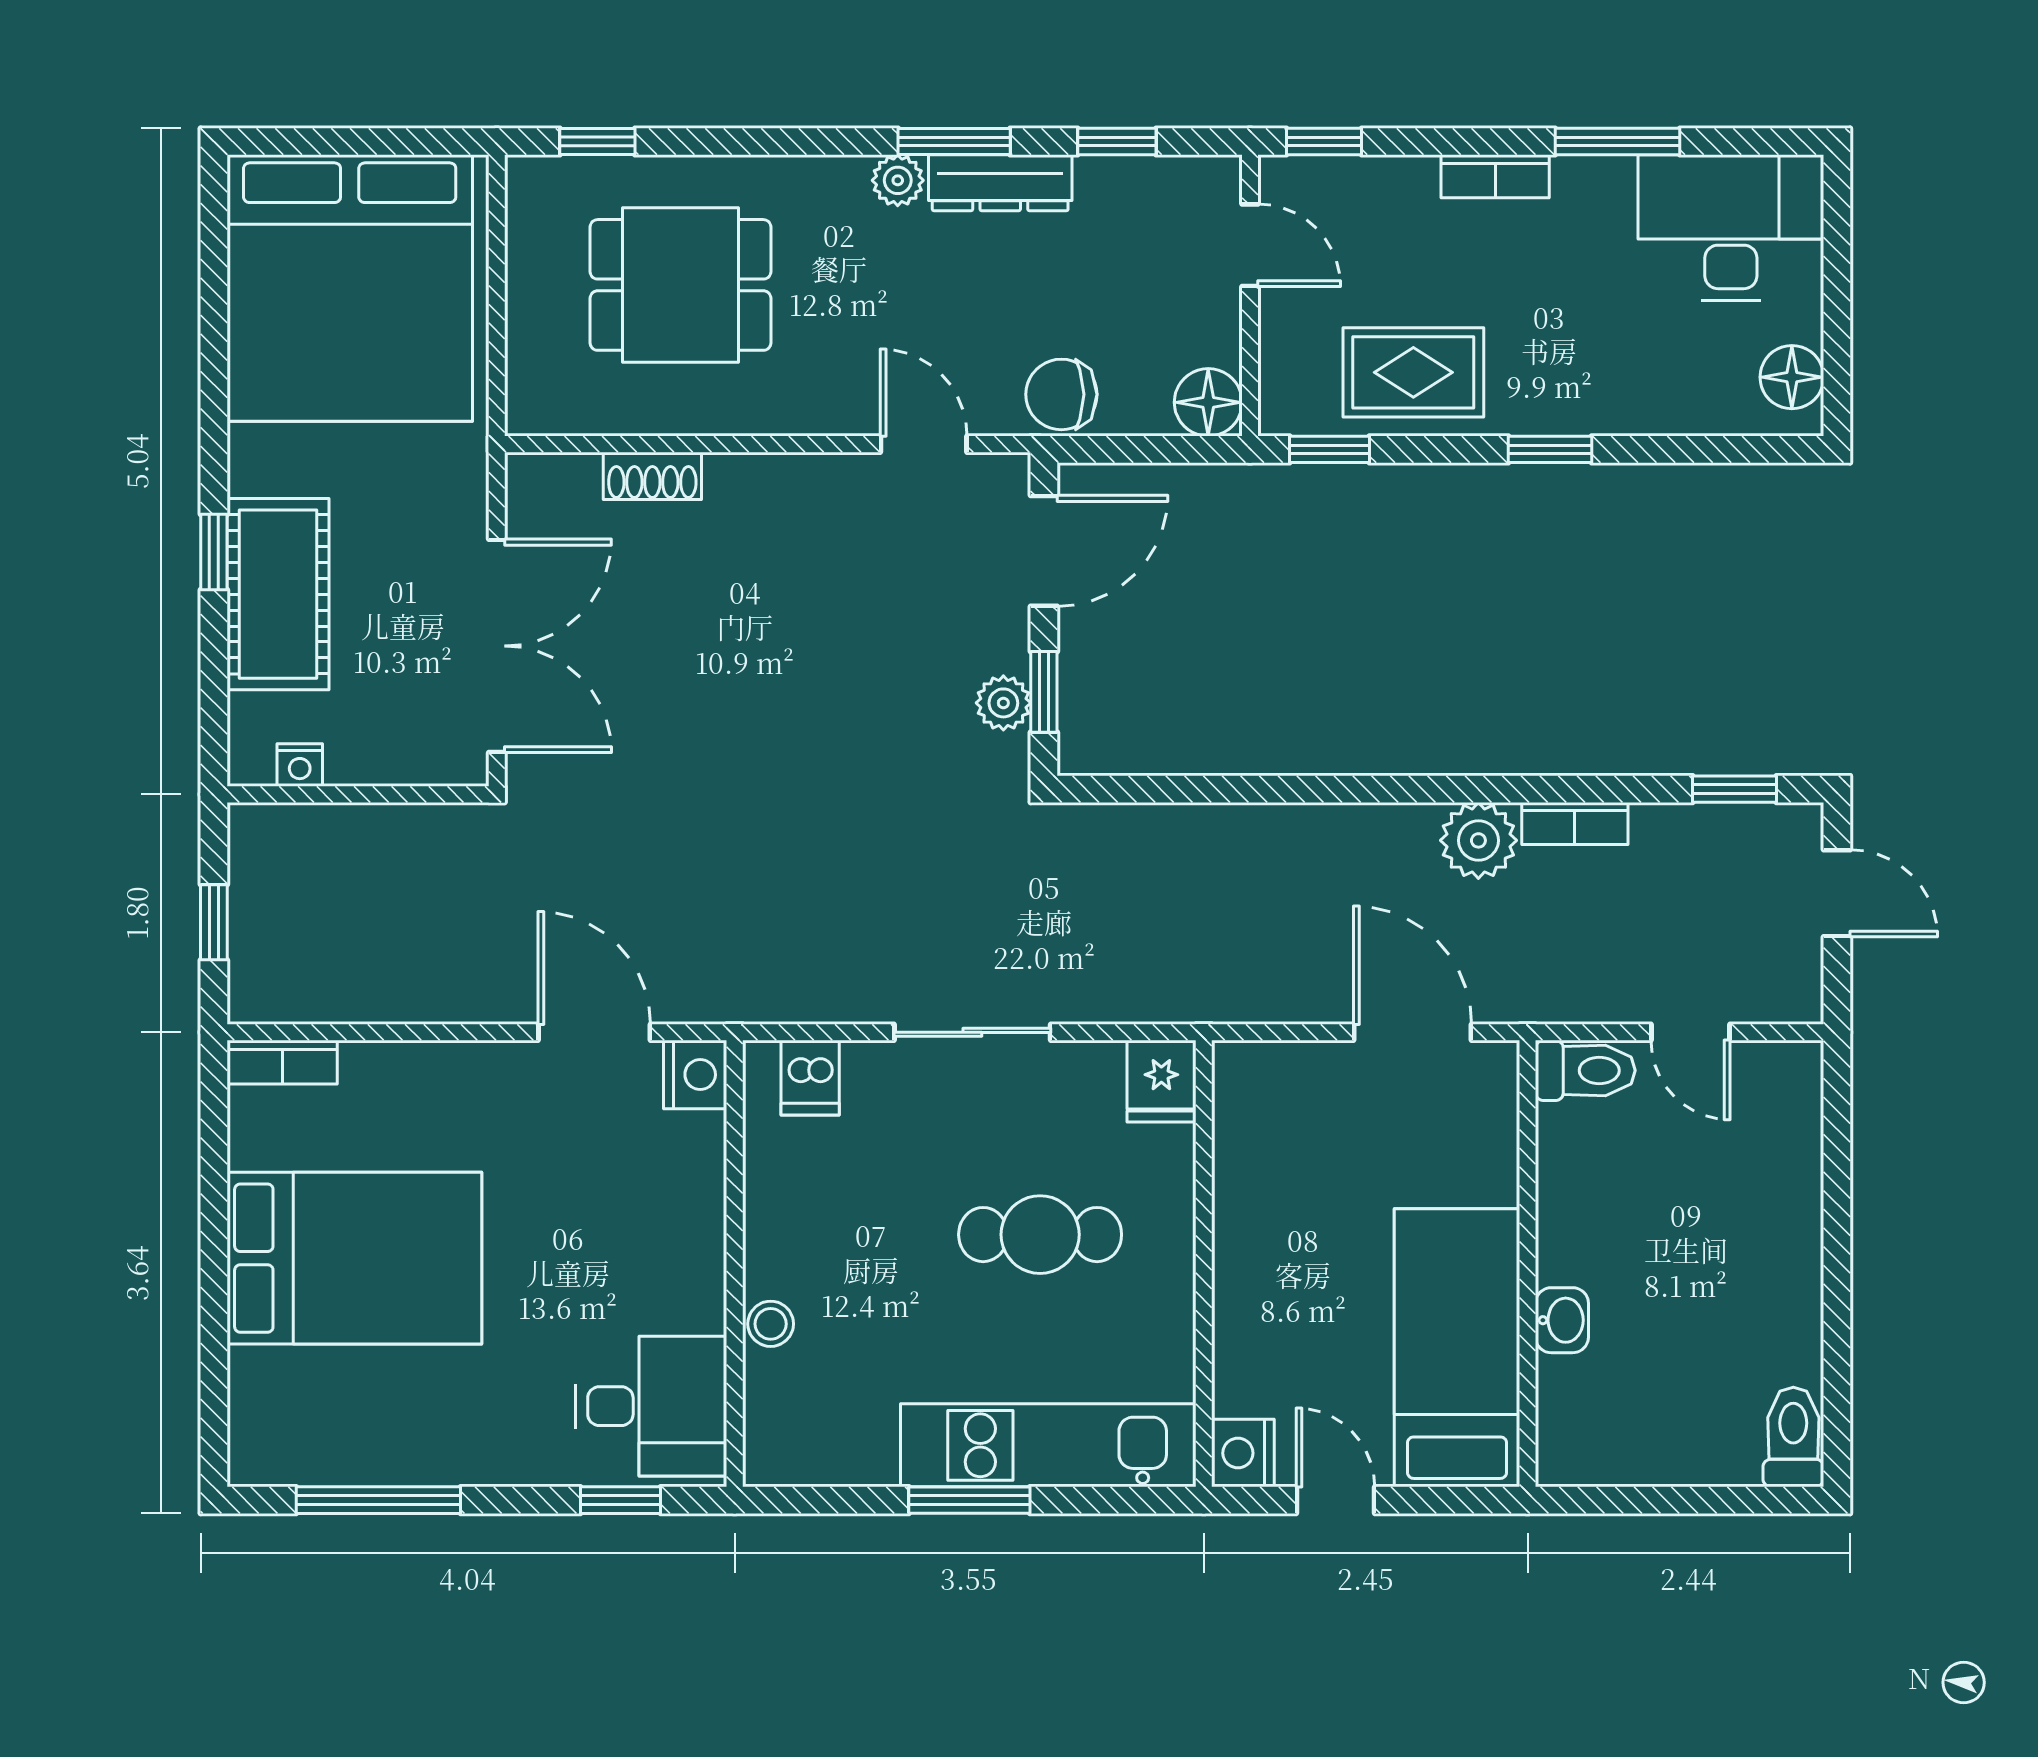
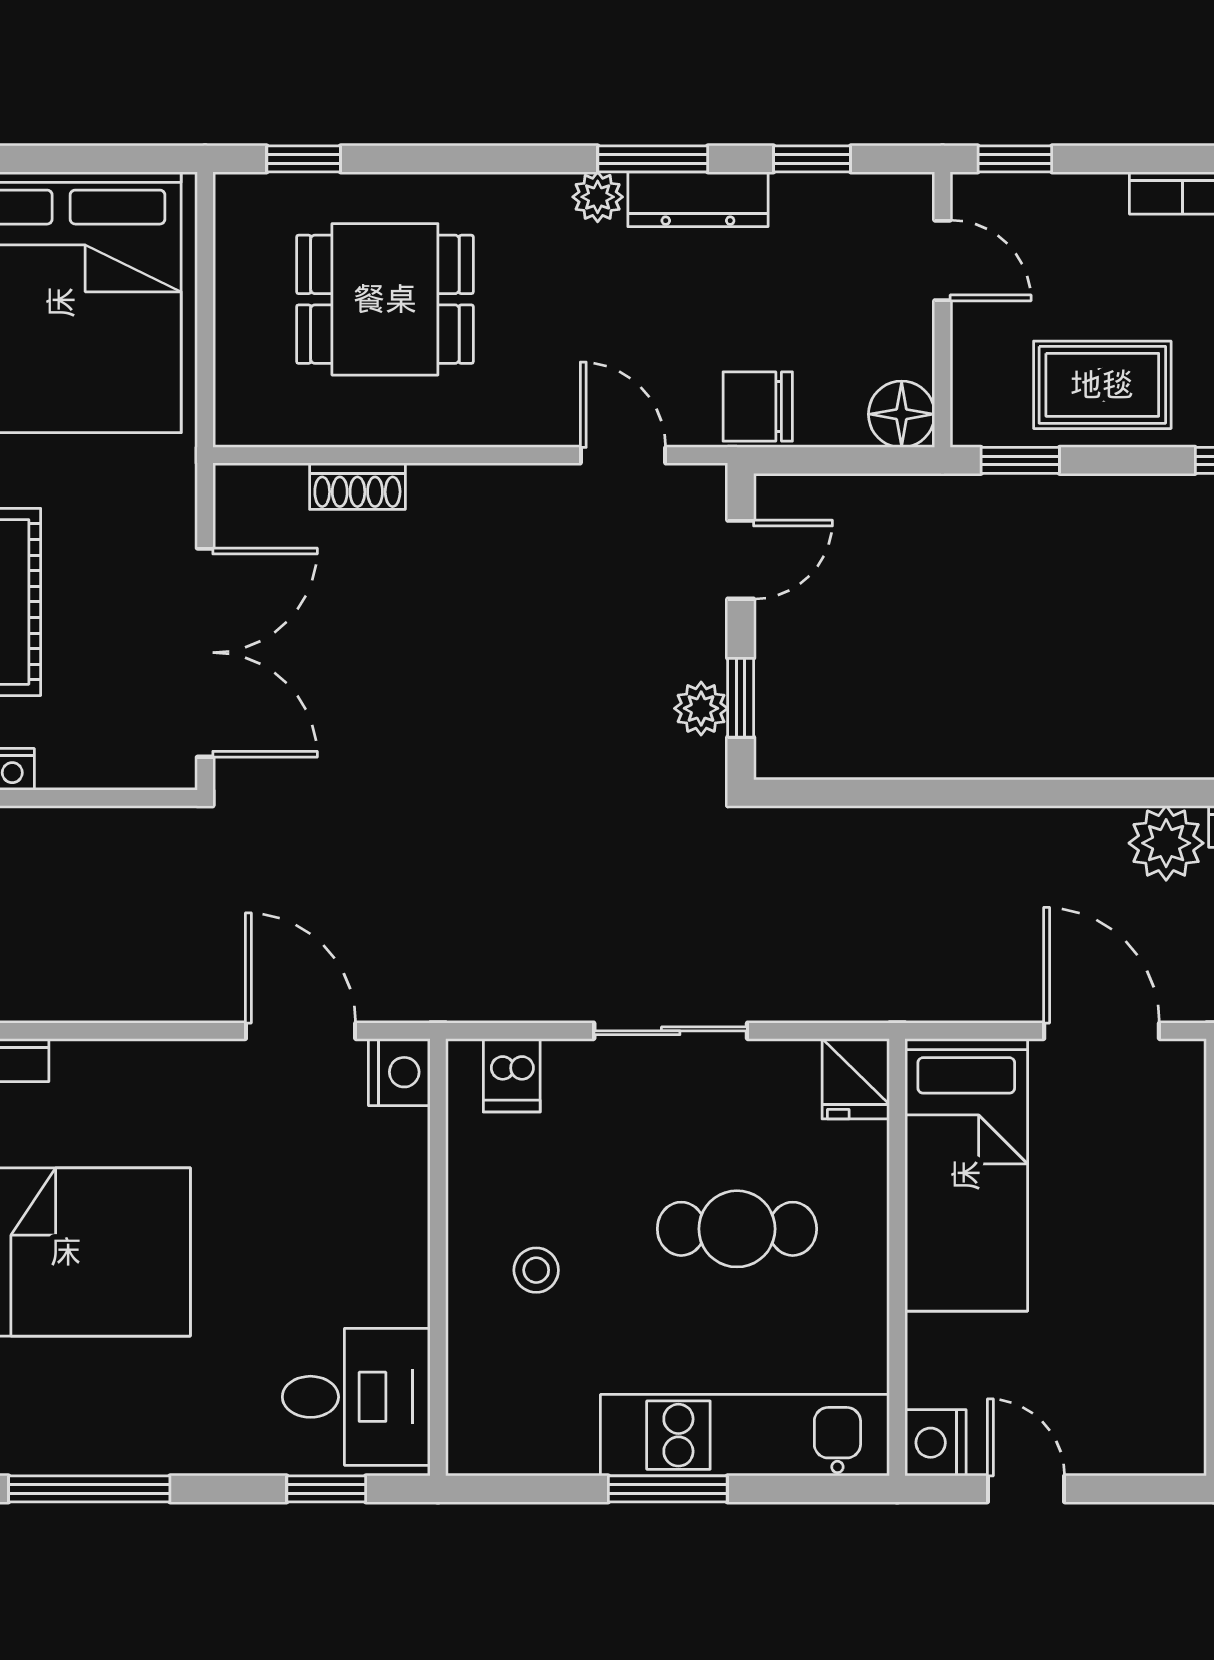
door: (1044, 551) -> (741, 560), width x0.73
stool: (771, 1324) -> (536, 1270), moved
bed: (1457, 1348) -> (966, 1175), moved, turned 180

